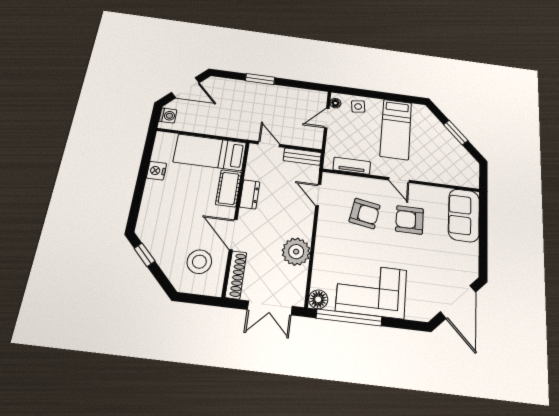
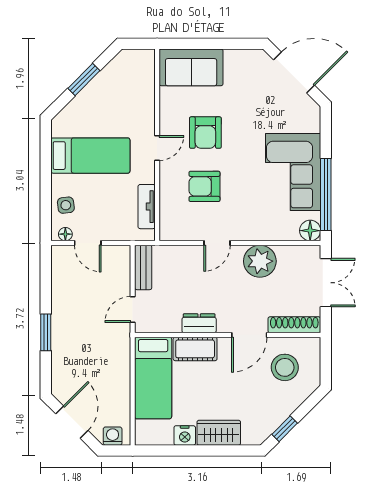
door: (318, 195) -> (217, 243), moved
wardrobe: (153, 198) -> (219, 433), added
armchair: (365, 213) -> (204, 186), turned -100

